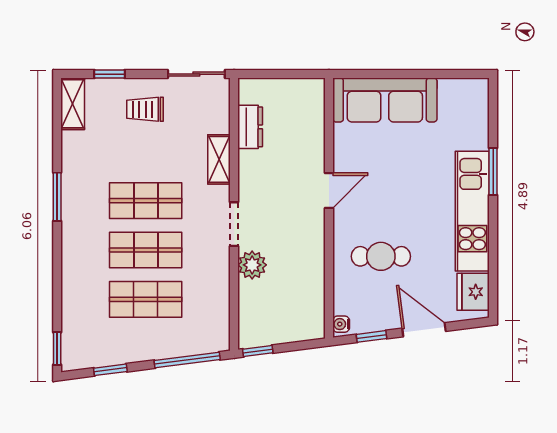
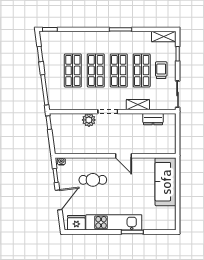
shop shelf: (146, 151) -> (142, 70), added
cafe table: (381, 256) -> (93, 180), turned 90

